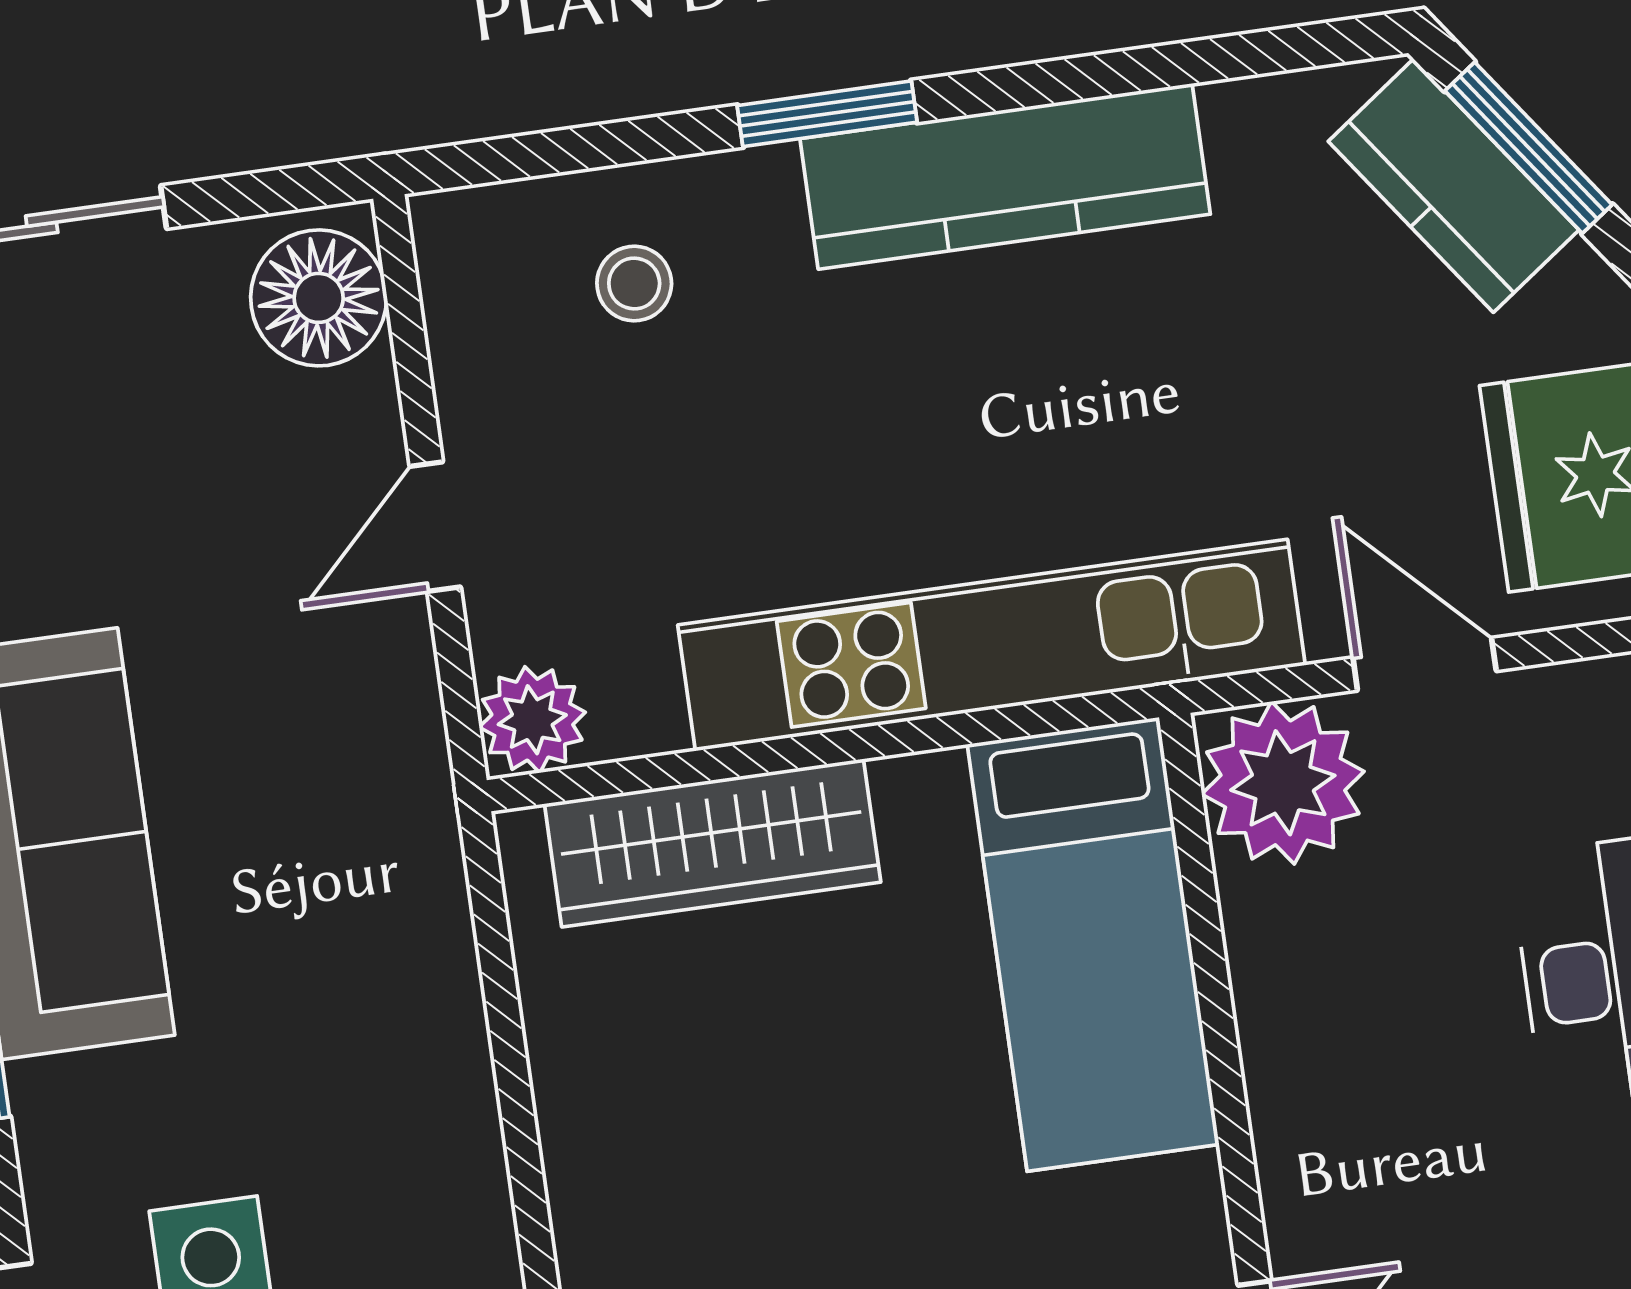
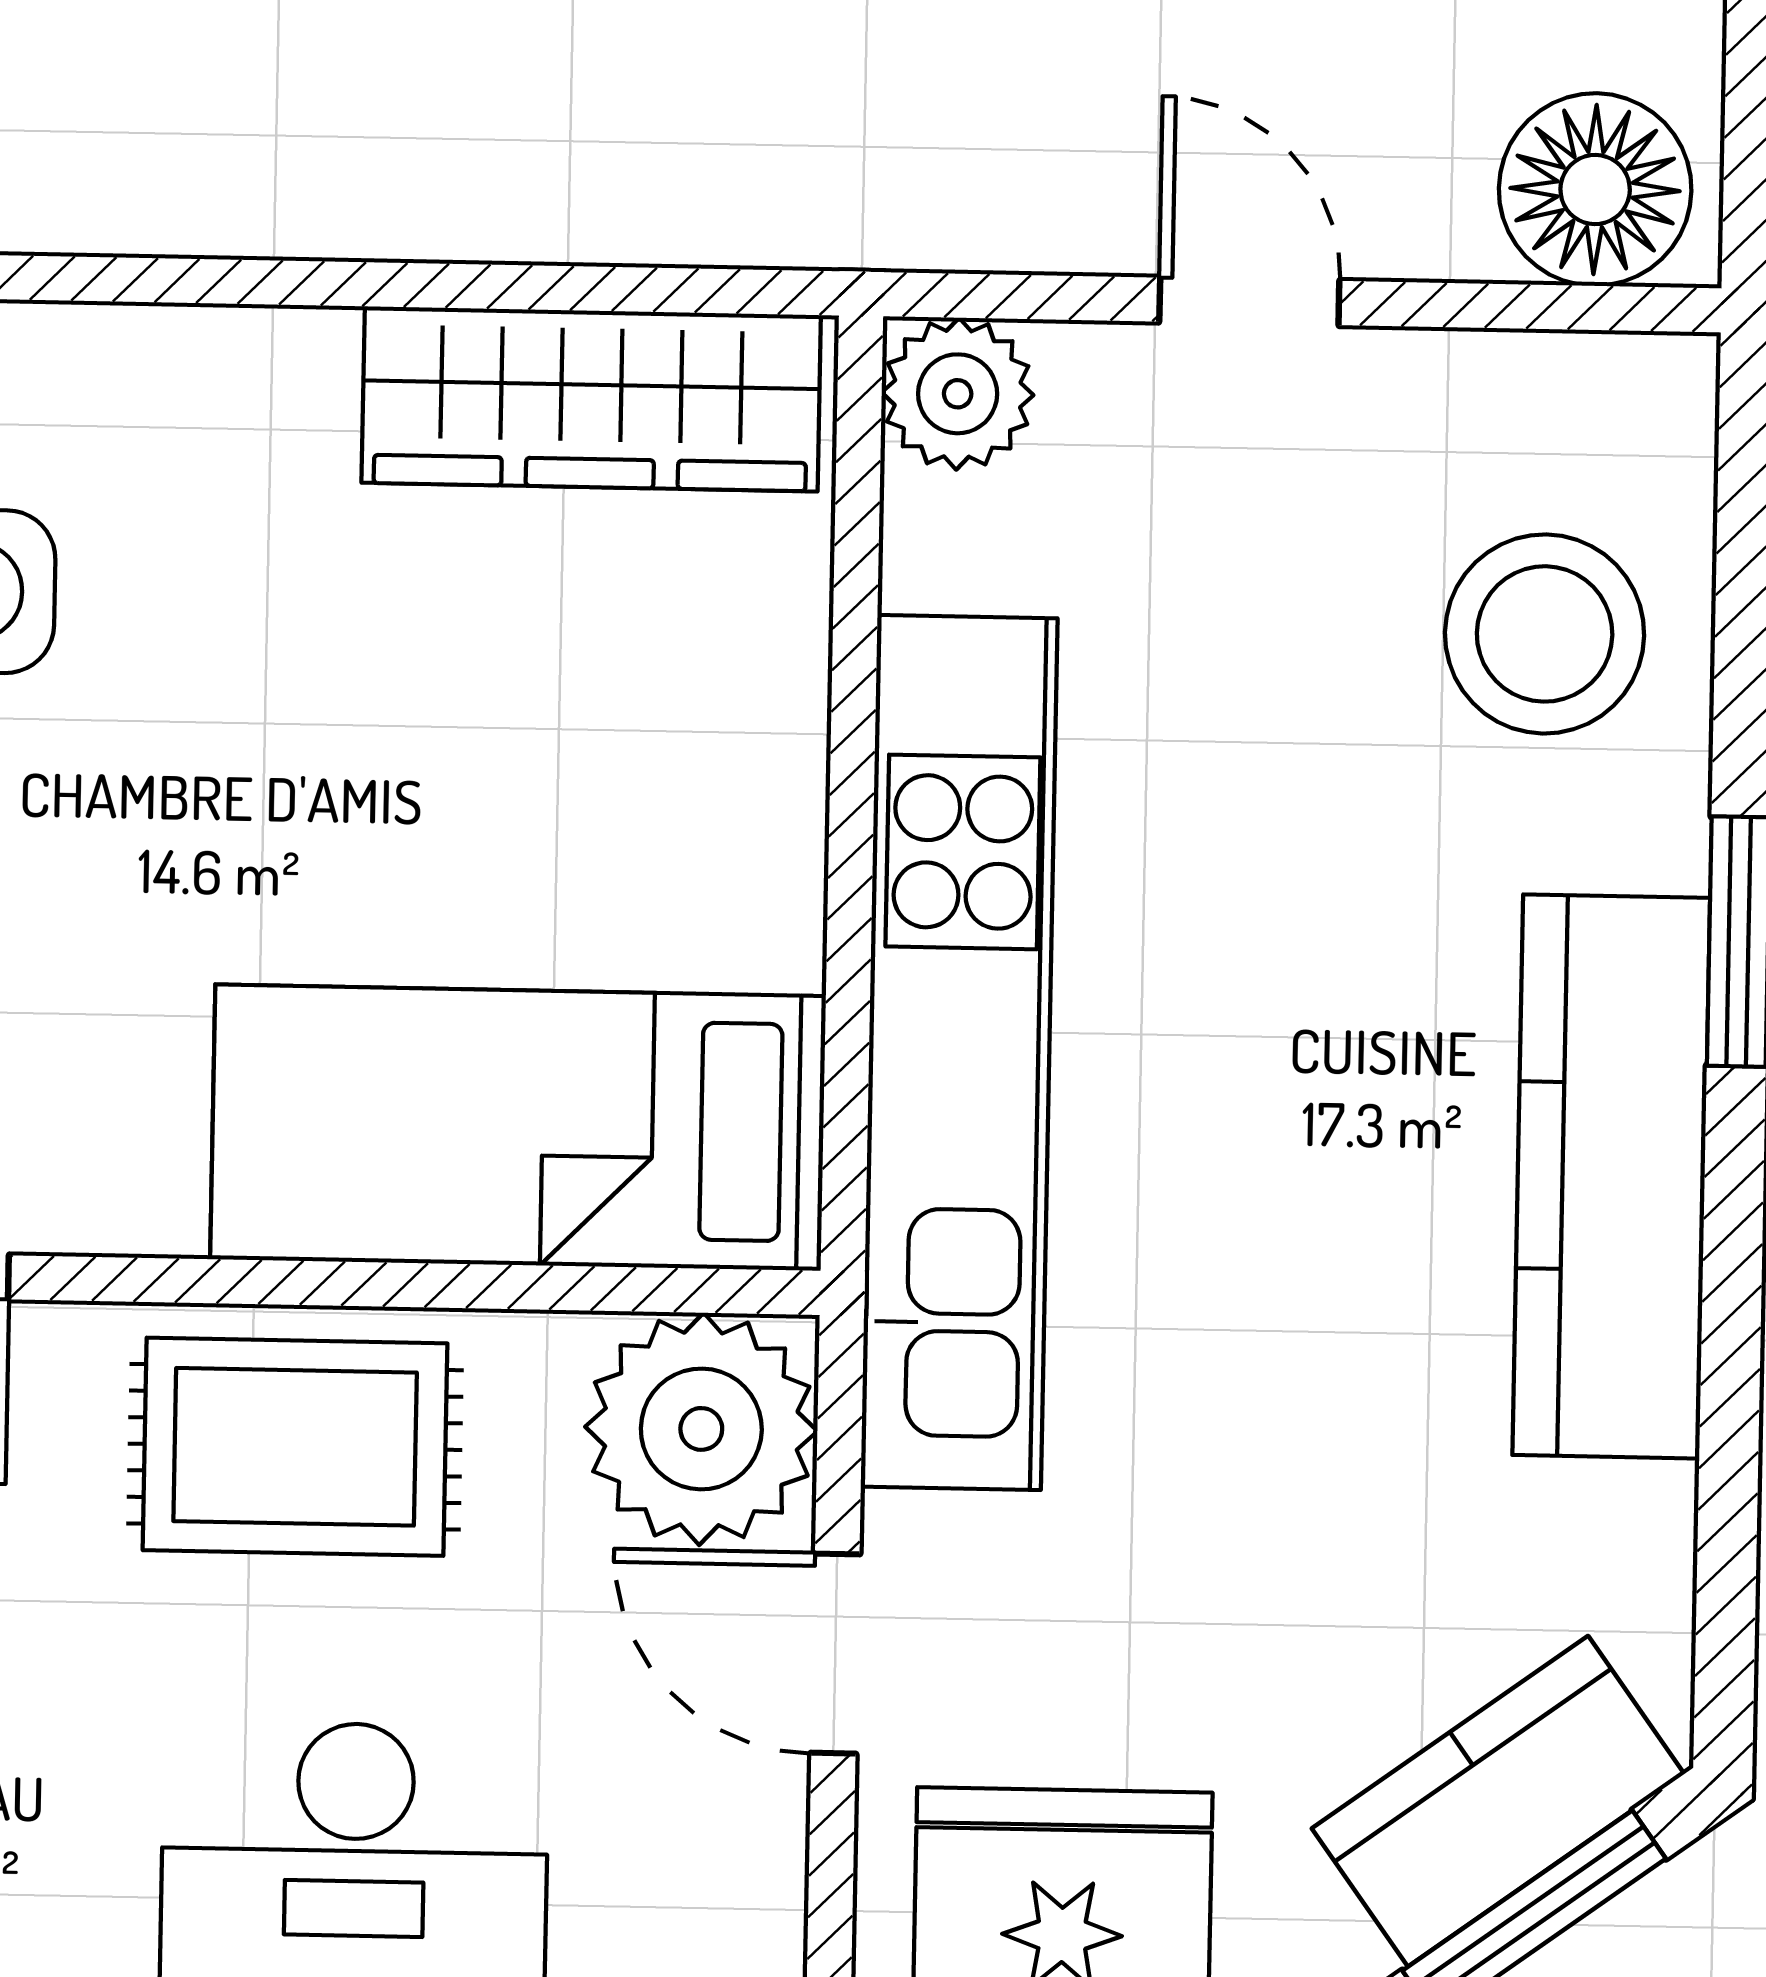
stool: (634, 284) -> (1545, 634), width x1.89, depth x1.89
door: (1425, 664) -> (835, 1654), swing flipped
wardrobe: (713, 843) -> (591, 399), moved, turned -90
rug: (1341, 1064) -> (295, 1447), added

